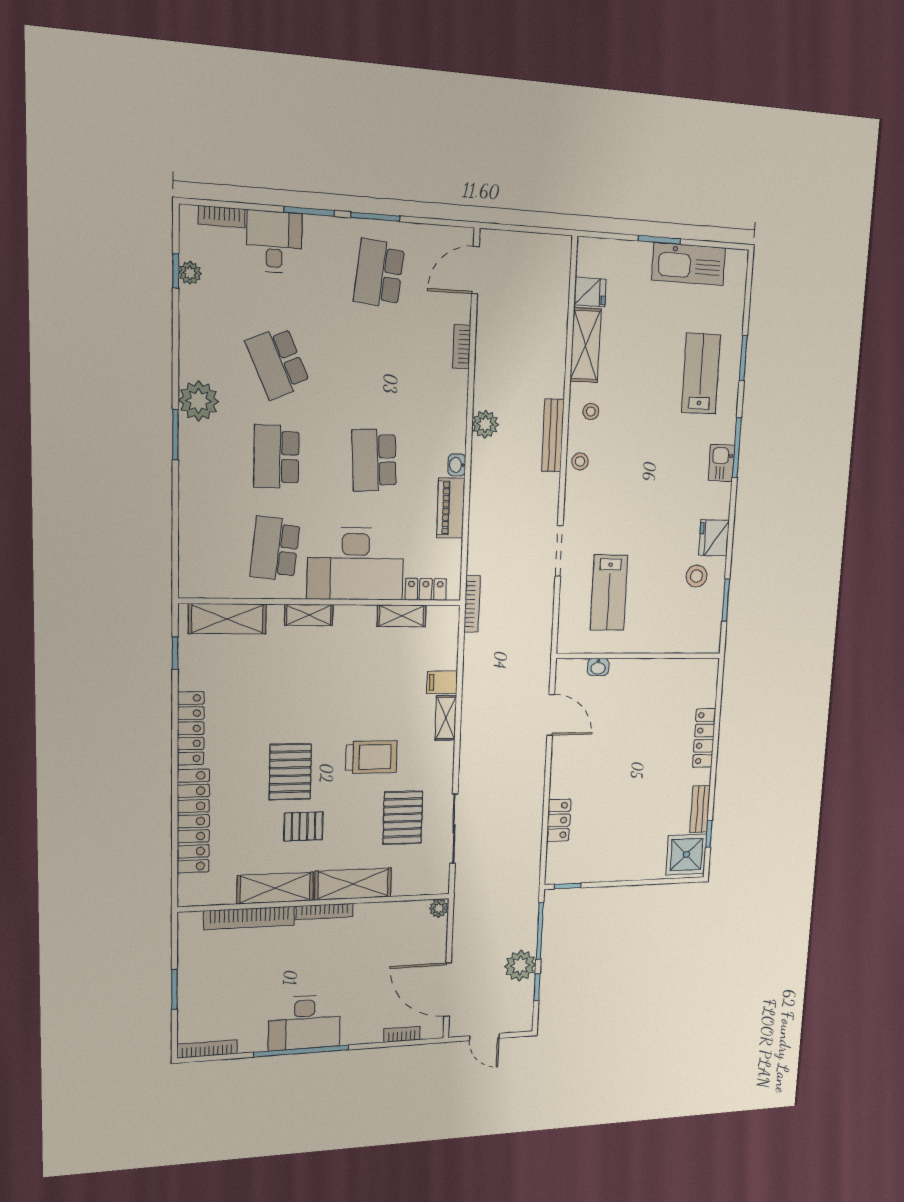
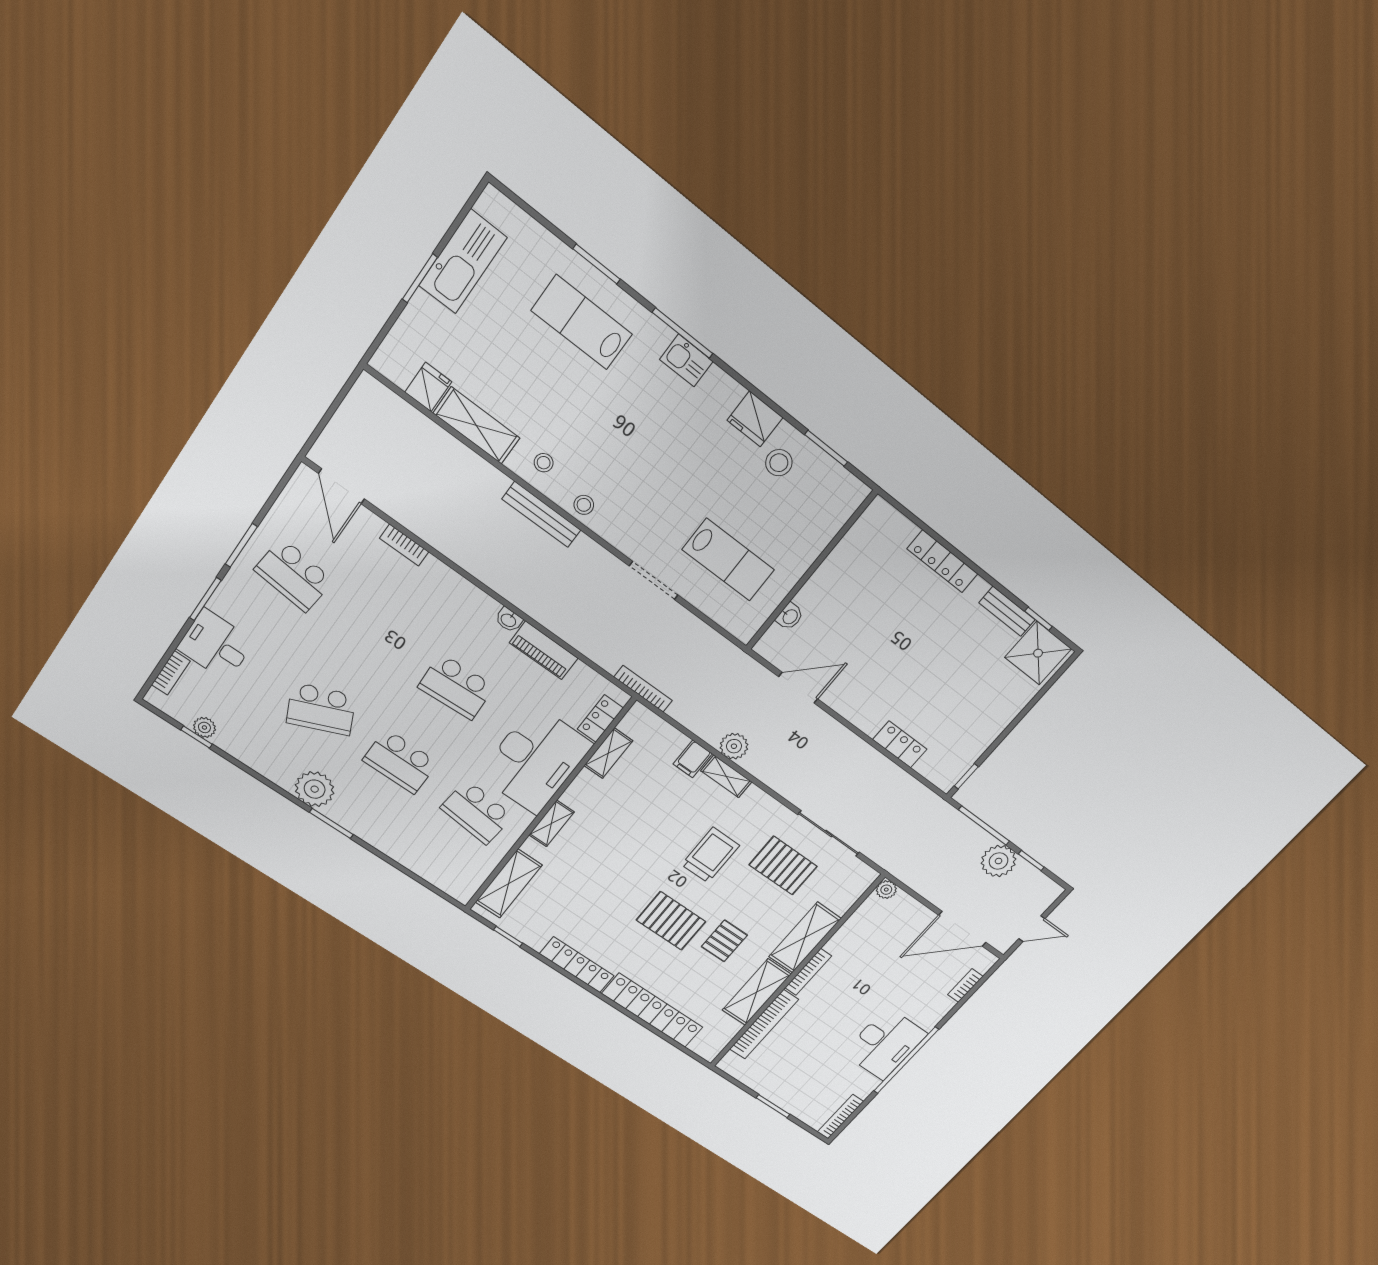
plant: (485, 424) -> (734, 746), moved

